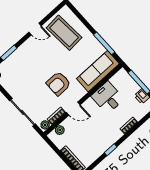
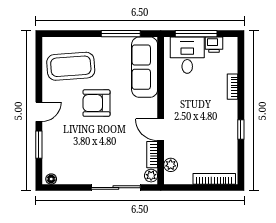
door: (35, 29) -> (39, 112), moved
armchair: (58, 84) -> (96, 103), moved, turned 90
desk: (108, 98) -> (187, 55), moved, turned 90
door: (73, 109) -> (161, 130), swing flipped

